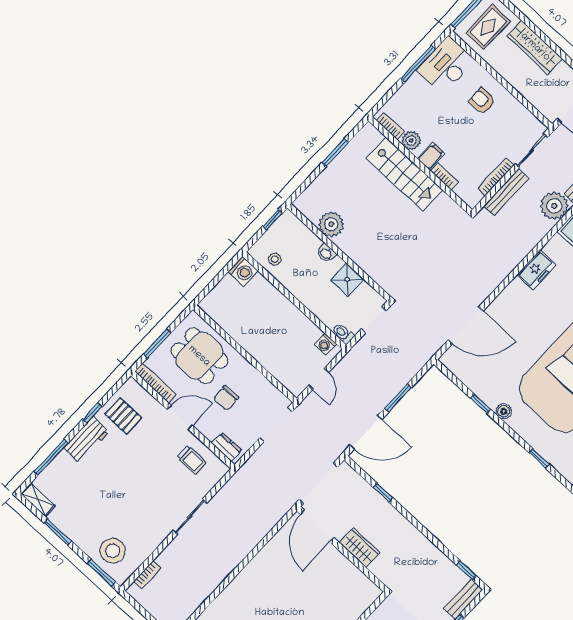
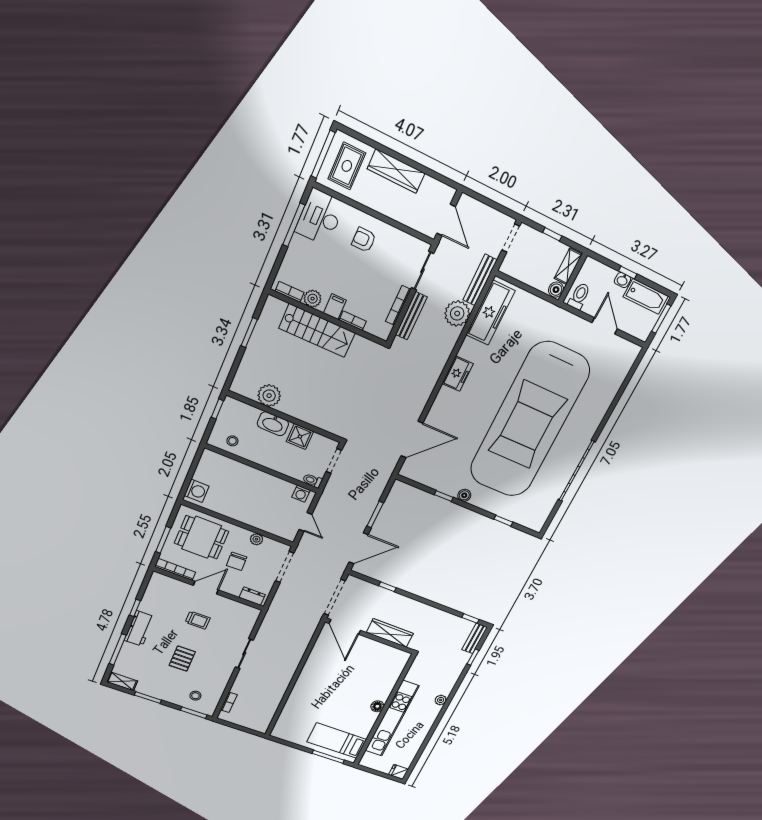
washbasin: (326, 253) -> (273, 424), width x1.91, depth x1.45
washing machine: (243, 271) -> (197, 491), moved
plant: (258, 380) -> (256, 539), added
pallet: (123, 416) -> (182, 659), moved, turned 90
trolley: (192, 460) -> (198, 620), moved
wardrobe: (360, 548) -> (390, 633), width x1.50
stool: (113, 551) -> (195, 696), width x0.53, depth x0.53

